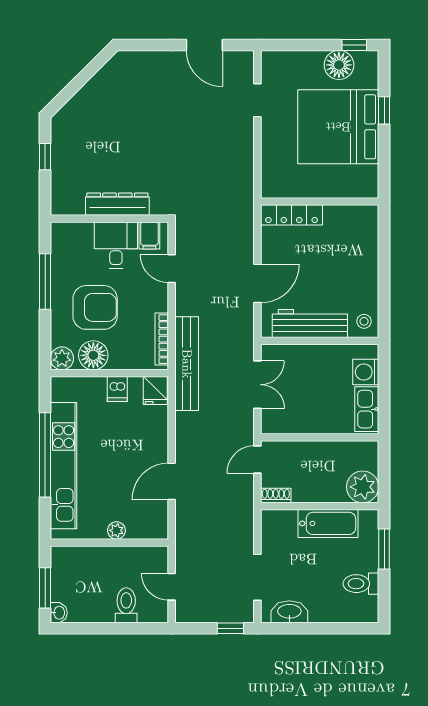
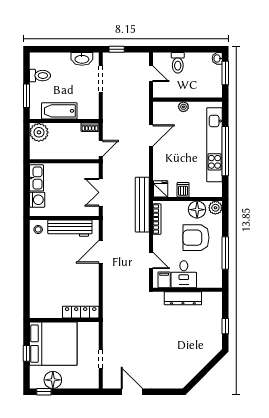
wall: (320, 201) -> (64, 320), moved
locker: (292, 215) -> (81, 312), moved

